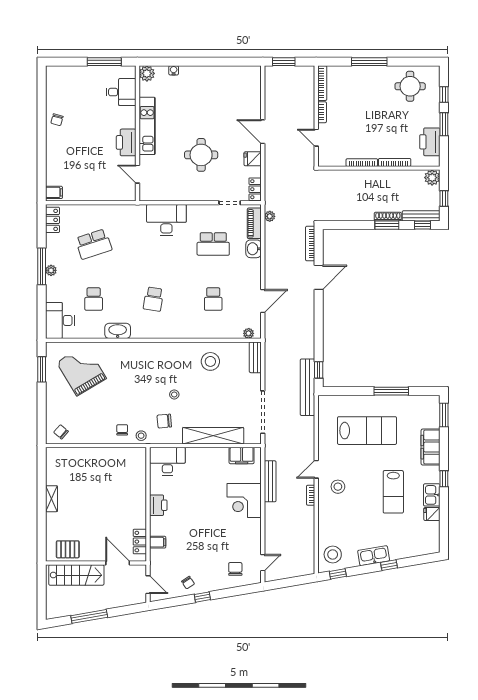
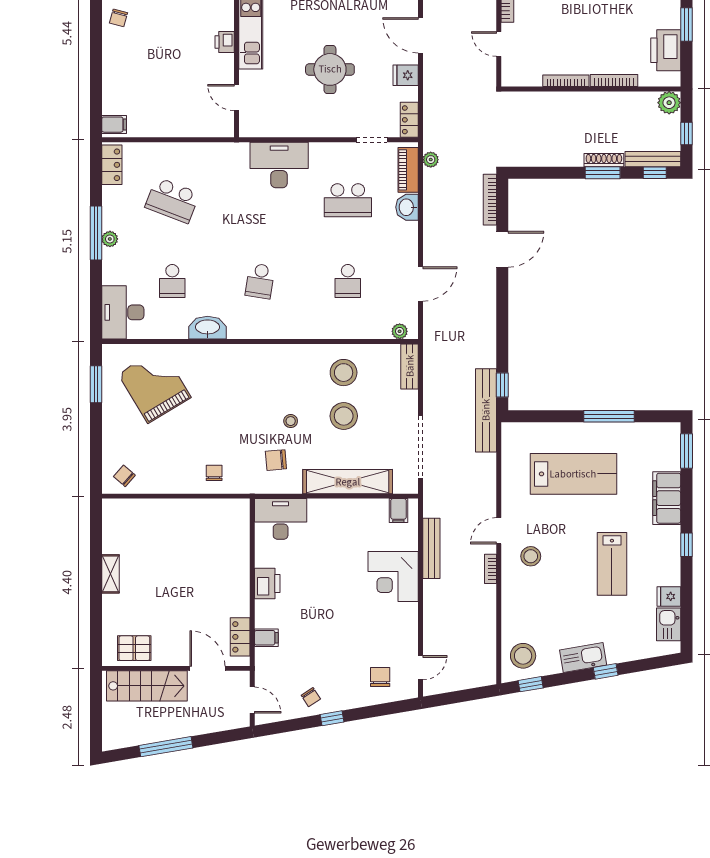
printer: (126, 142) -> (225, 42), width x0.53, depth x0.68
school desk: (94, 244) -> (172, 200), turned 39
stool: (141, 436) -> (344, 416), moved, width x1.89, depth x1.89
filing cabinet: (242, 456) -> (398, 511), width x0.50
kitchen sink: (432, 495) -> (669, 624), moved

